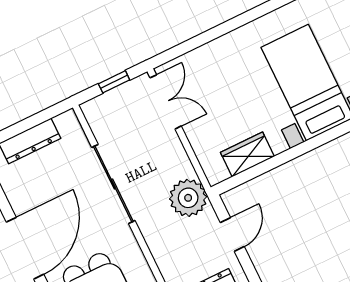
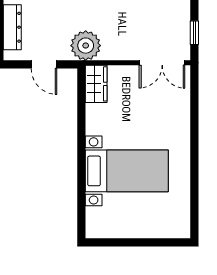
wardrobe: (247, 154) -> (96, 84), moved

